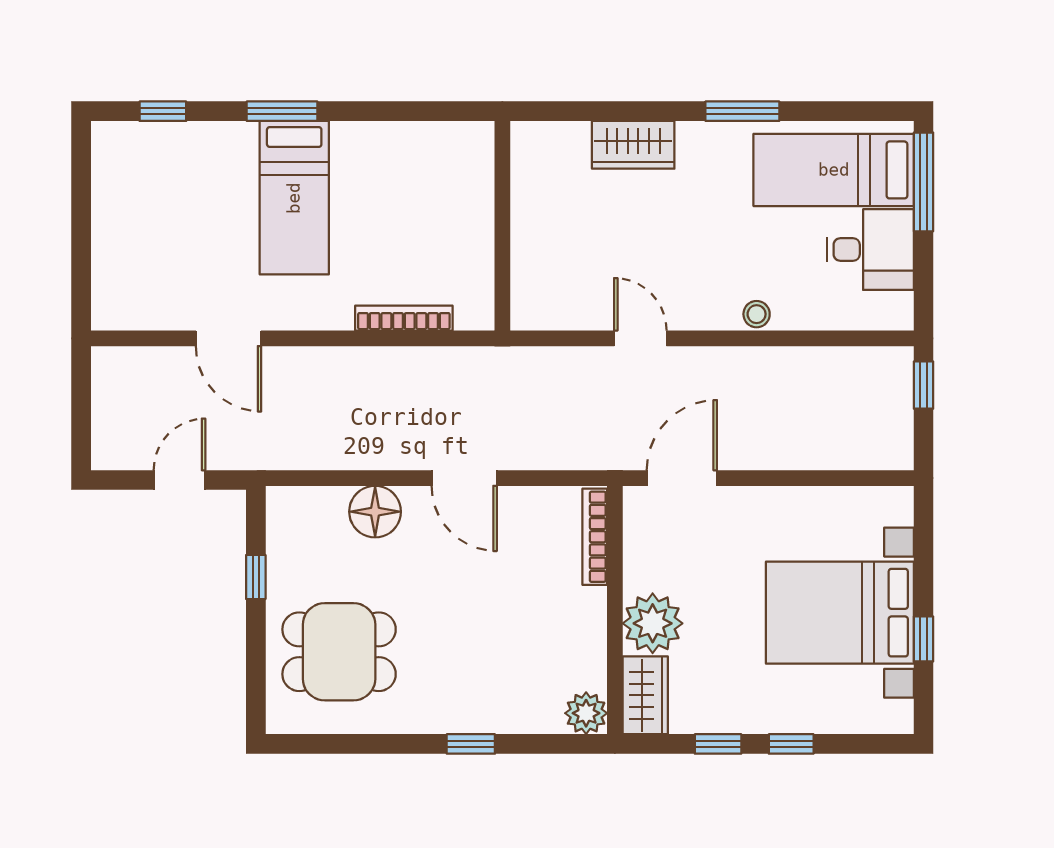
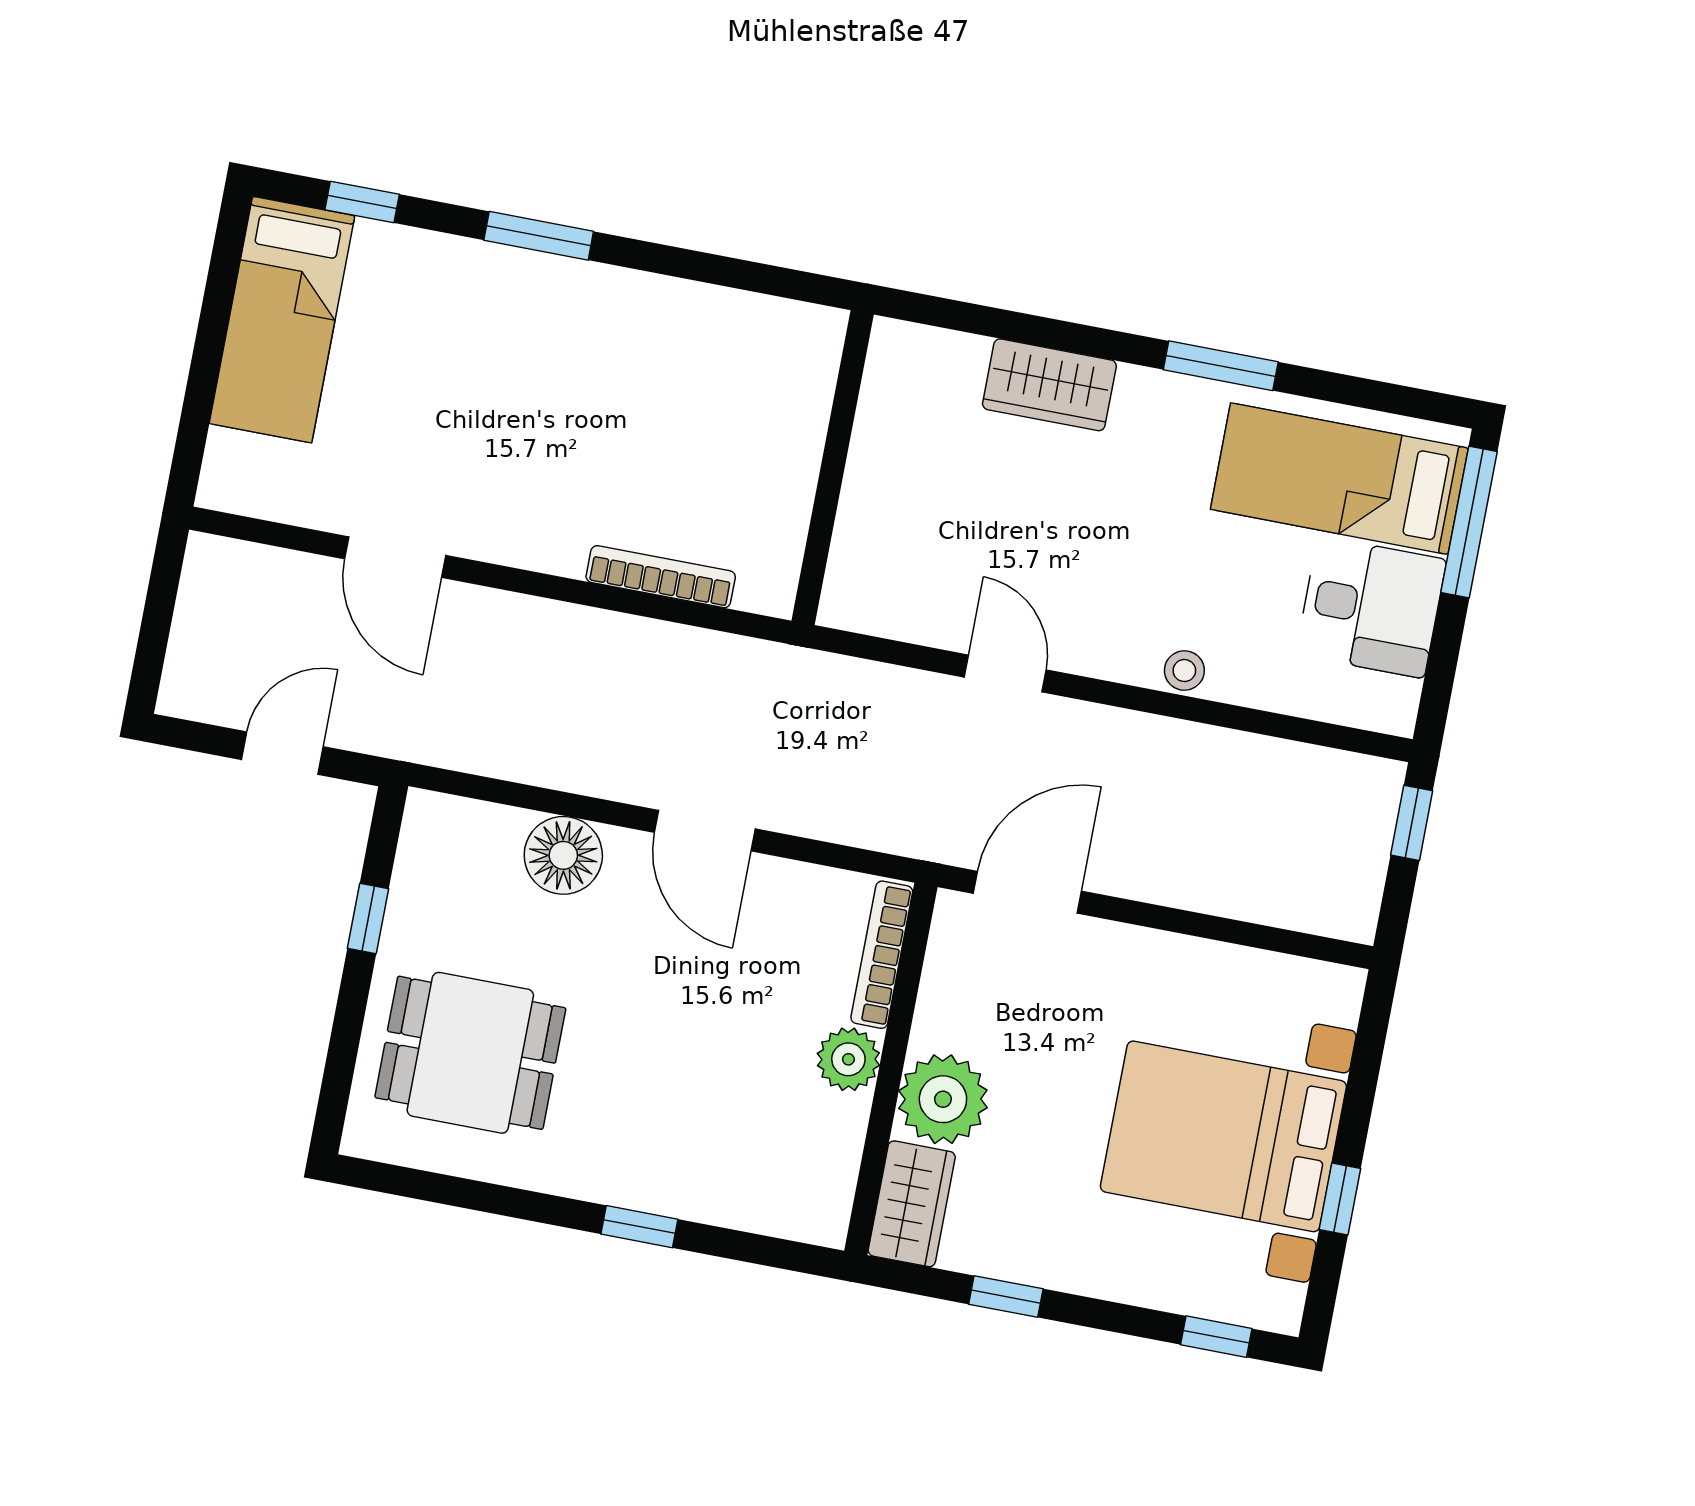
bed: (294, 198) -> (282, 320), moved
plant: (586, 713) -> (848, 1059), moved
window: (791, 744) -> (1216, 1337), moved

